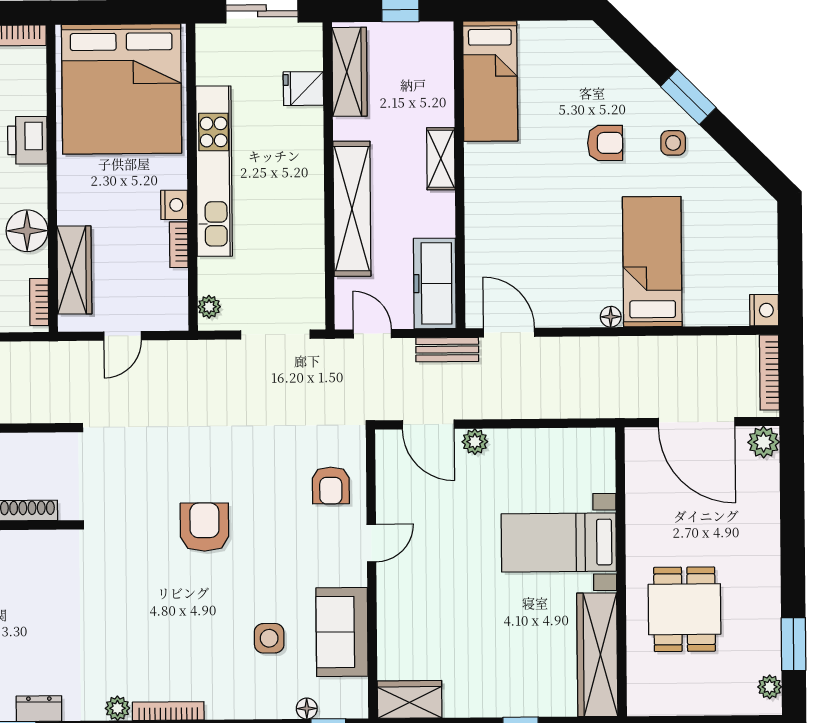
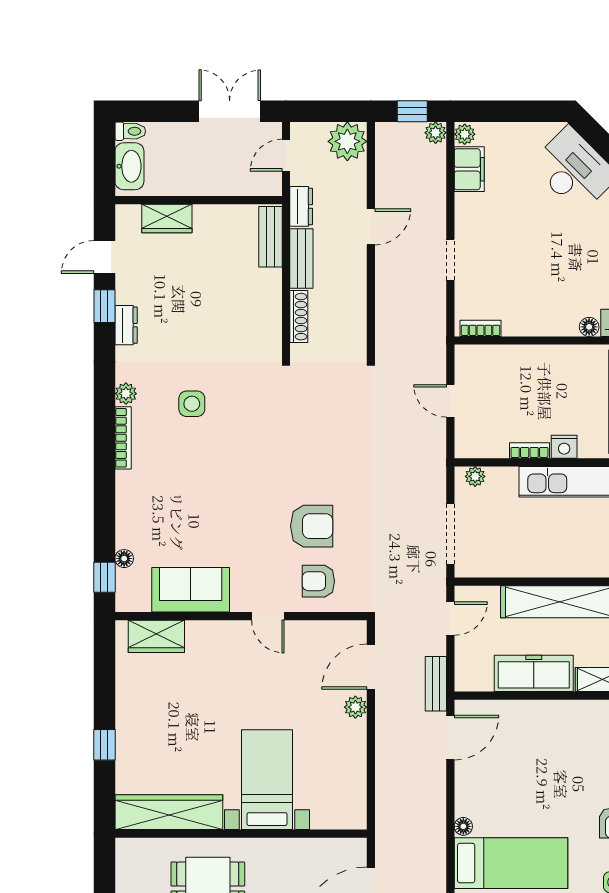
floor lamp: (27, 231) -> (589, 327), moved, width x0.53, depth x0.53
wardrobe: (74, 270) -> (508, 359), removed
freezer: (435, 283) -> (534, 673), moved
armchair: (204, 527) -> (312, 526), moved
side table: (269, 638) -> (192, 404), moved
wardrobe: (410, 699) -> (156, 636), moved, turned 90

